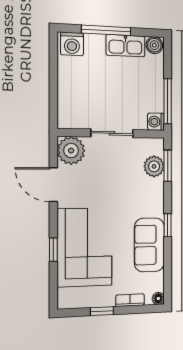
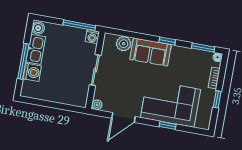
washing machine: (72, 44) -> (32, 72), moved
plant: (71, 151) -> (97, 105), width x0.53, depth x0.53
window: (168, 166) -> (203, 48), moved
sofa: (149, 245) -> (150, 52), moved

